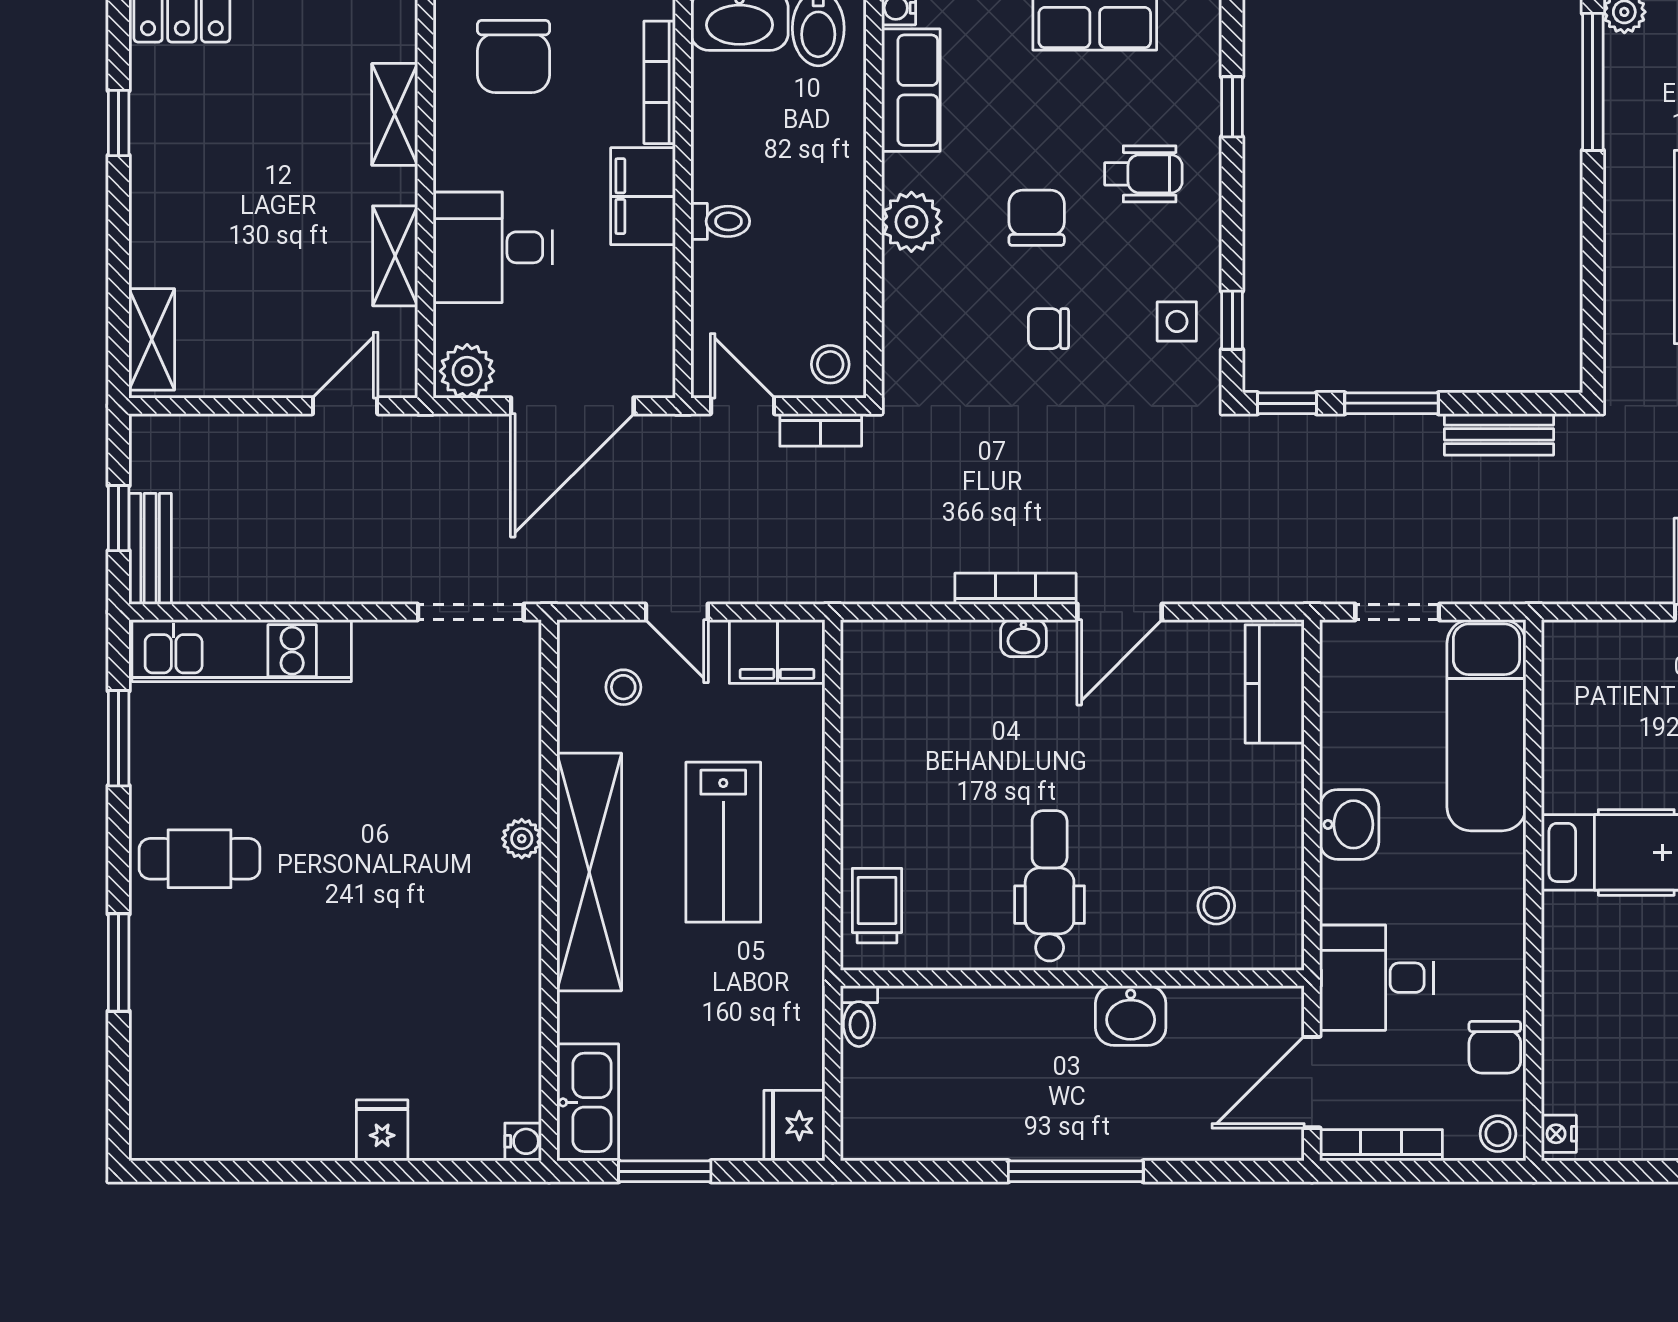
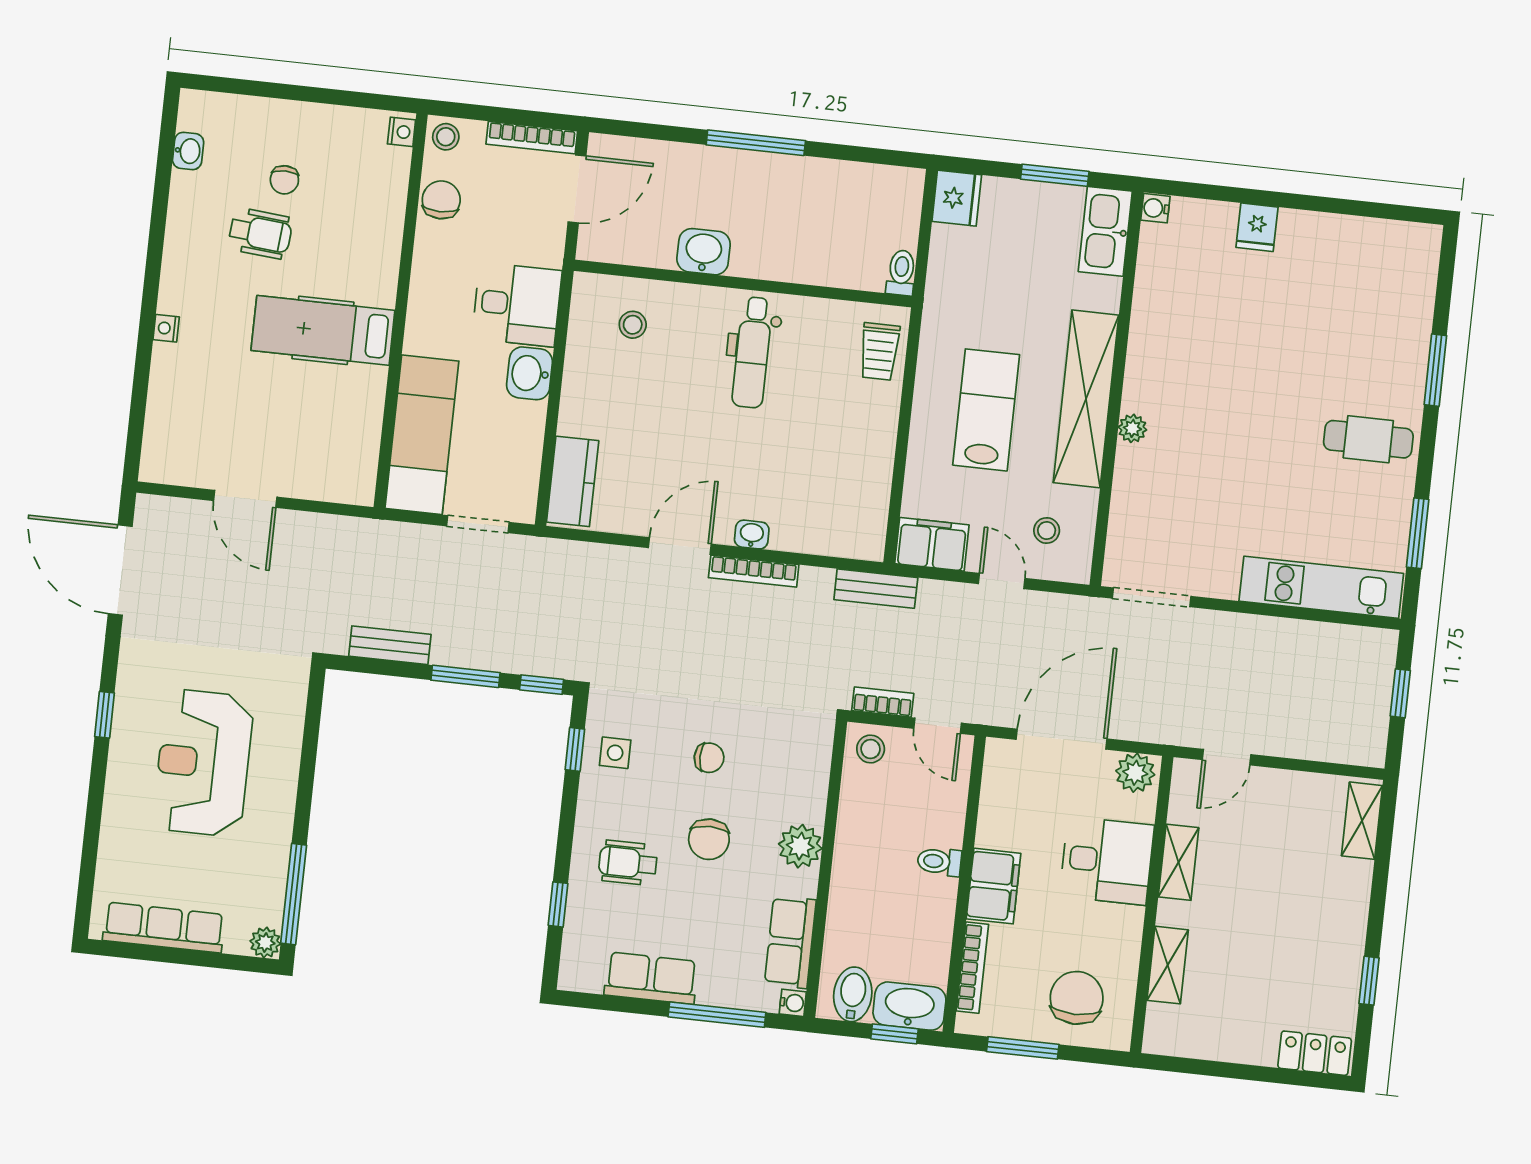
bench: (150, 549) -> (876, 589), moved, turned 90
desk: (1376, 978) -> (517, 305), moved

